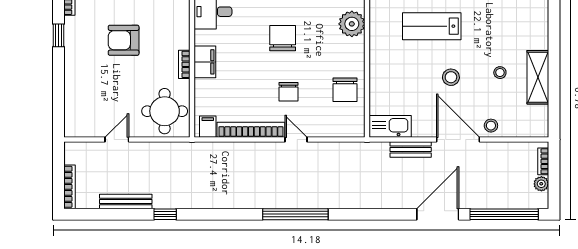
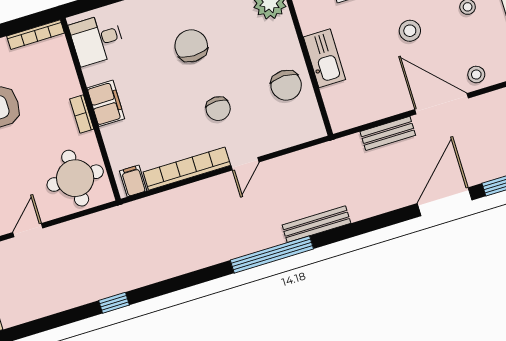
kitchen sink: (390, 126) -> (324, 58), moved, turned 90
door: (296, 140) -> (245, 164), swing flipped
bench: (126, 201) -> (316, 224), moved

